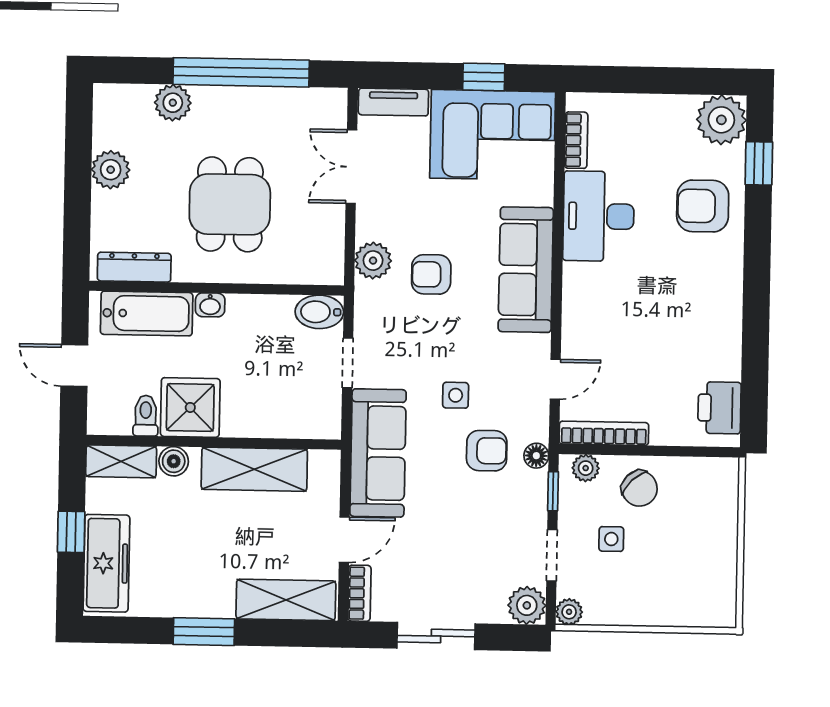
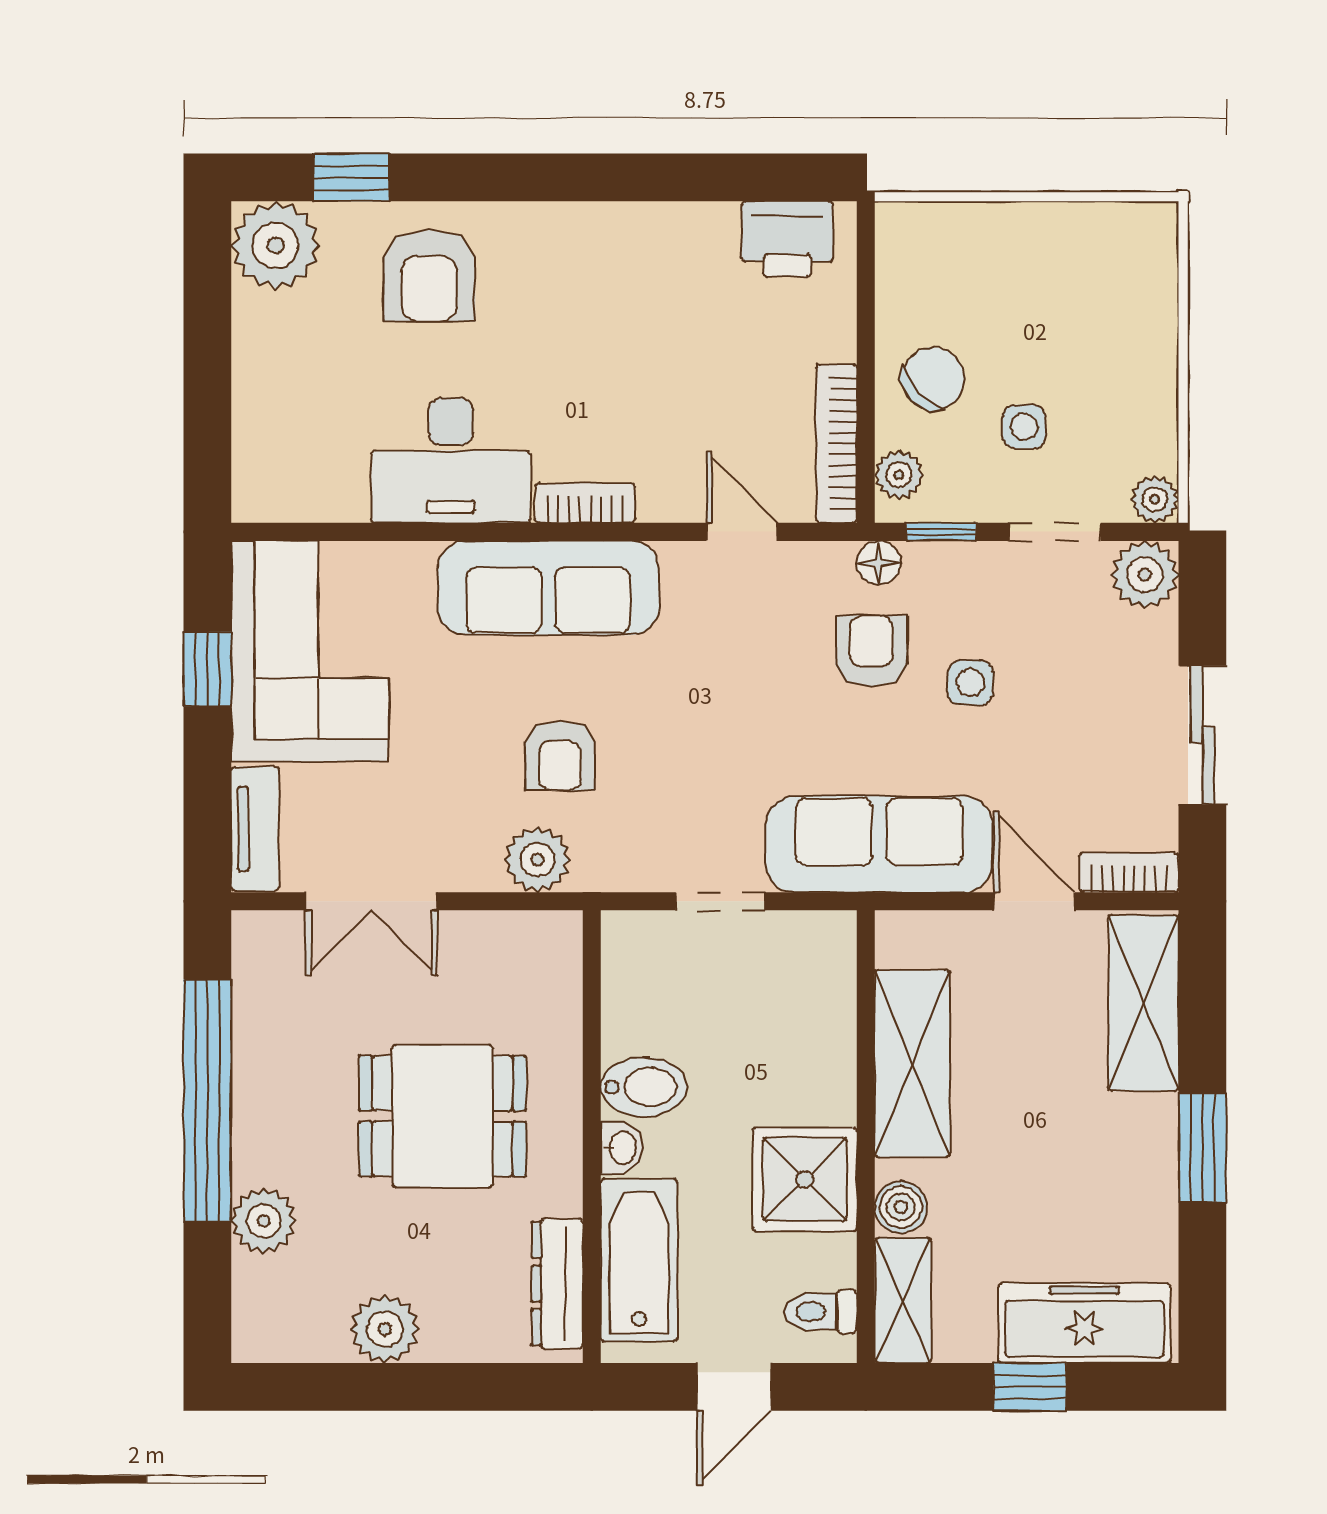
bookcase: (576, 140) -> (585, 503), moved
bidet: (319, 312) -> (644, 1087), moved, turned -90
side table: (456, 395) -> (970, 682), moved
toilet: (146, 416) -> (821, 1311), moved

